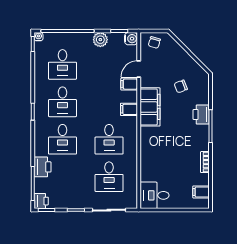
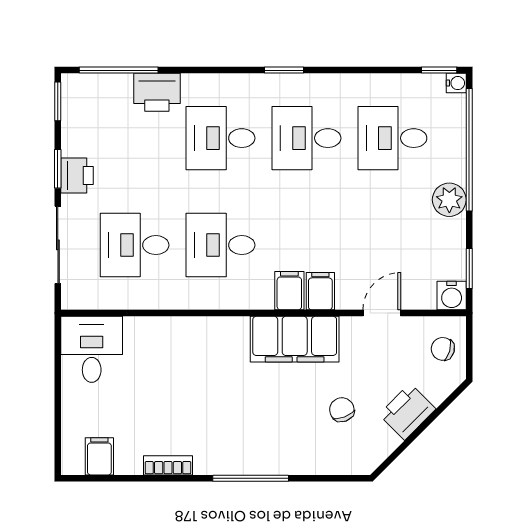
plant: (100, 40) -> (449, 200), moved
door: (139, 69) -> (382, 313), hinge flipped
filing cabinet: (129, 84) -> (320, 291), moved
printer: (201, 115) -> (407, 412), moved, turned -45
printer: (41, 201) -> (77, 175), moved, turned -90

